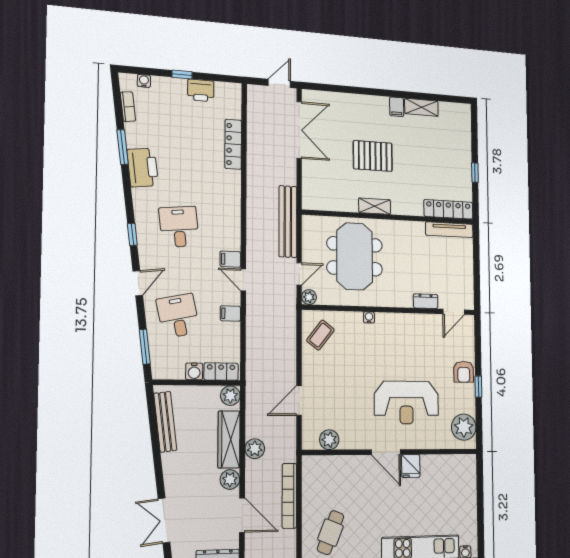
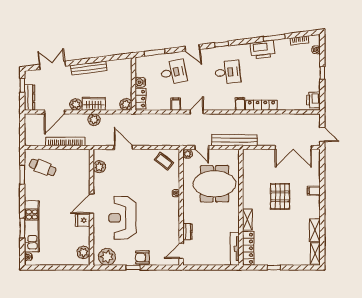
printer: (201, 90) -> (313, 100), moved
filing cabinet: (397, 107) -> (314, 191), moved
shelving: (454, 110) -> (315, 253), added
locker: (233, 144) -> (261, 105), moved
shelving: (375, 206) -> (247, 220), moved
filing cabinet: (230, 259) -> (240, 104), moved
door: (454, 312) -> (181, 251), hinge flipped
bench: (165, 422) -> (89, 68), moved
wardrobe: (229, 439) -> (94, 104), width x0.67
plant: (458, 464) -> (84, 252), added

